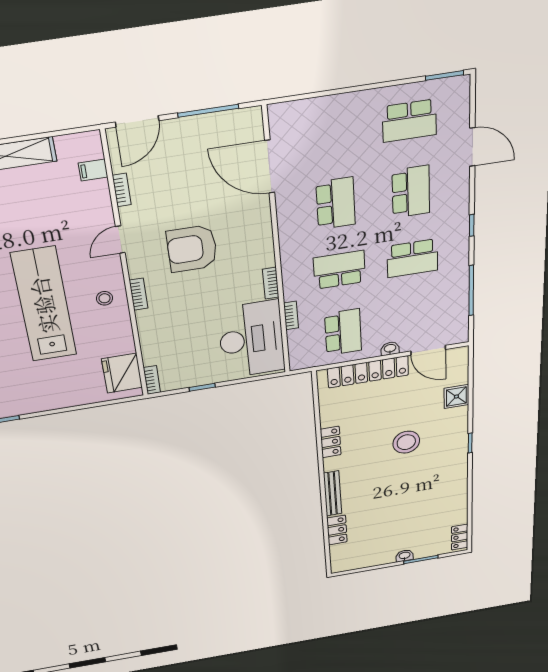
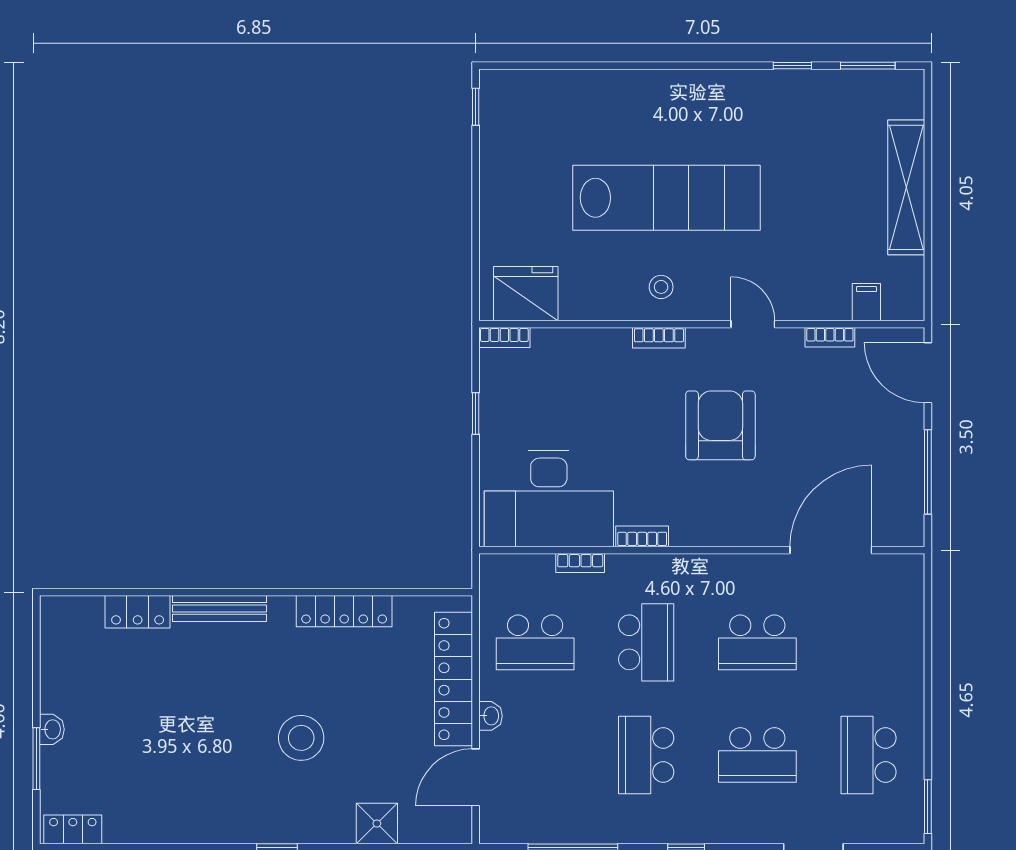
locker: (331, 442) -> (344, 611), width x1.53

